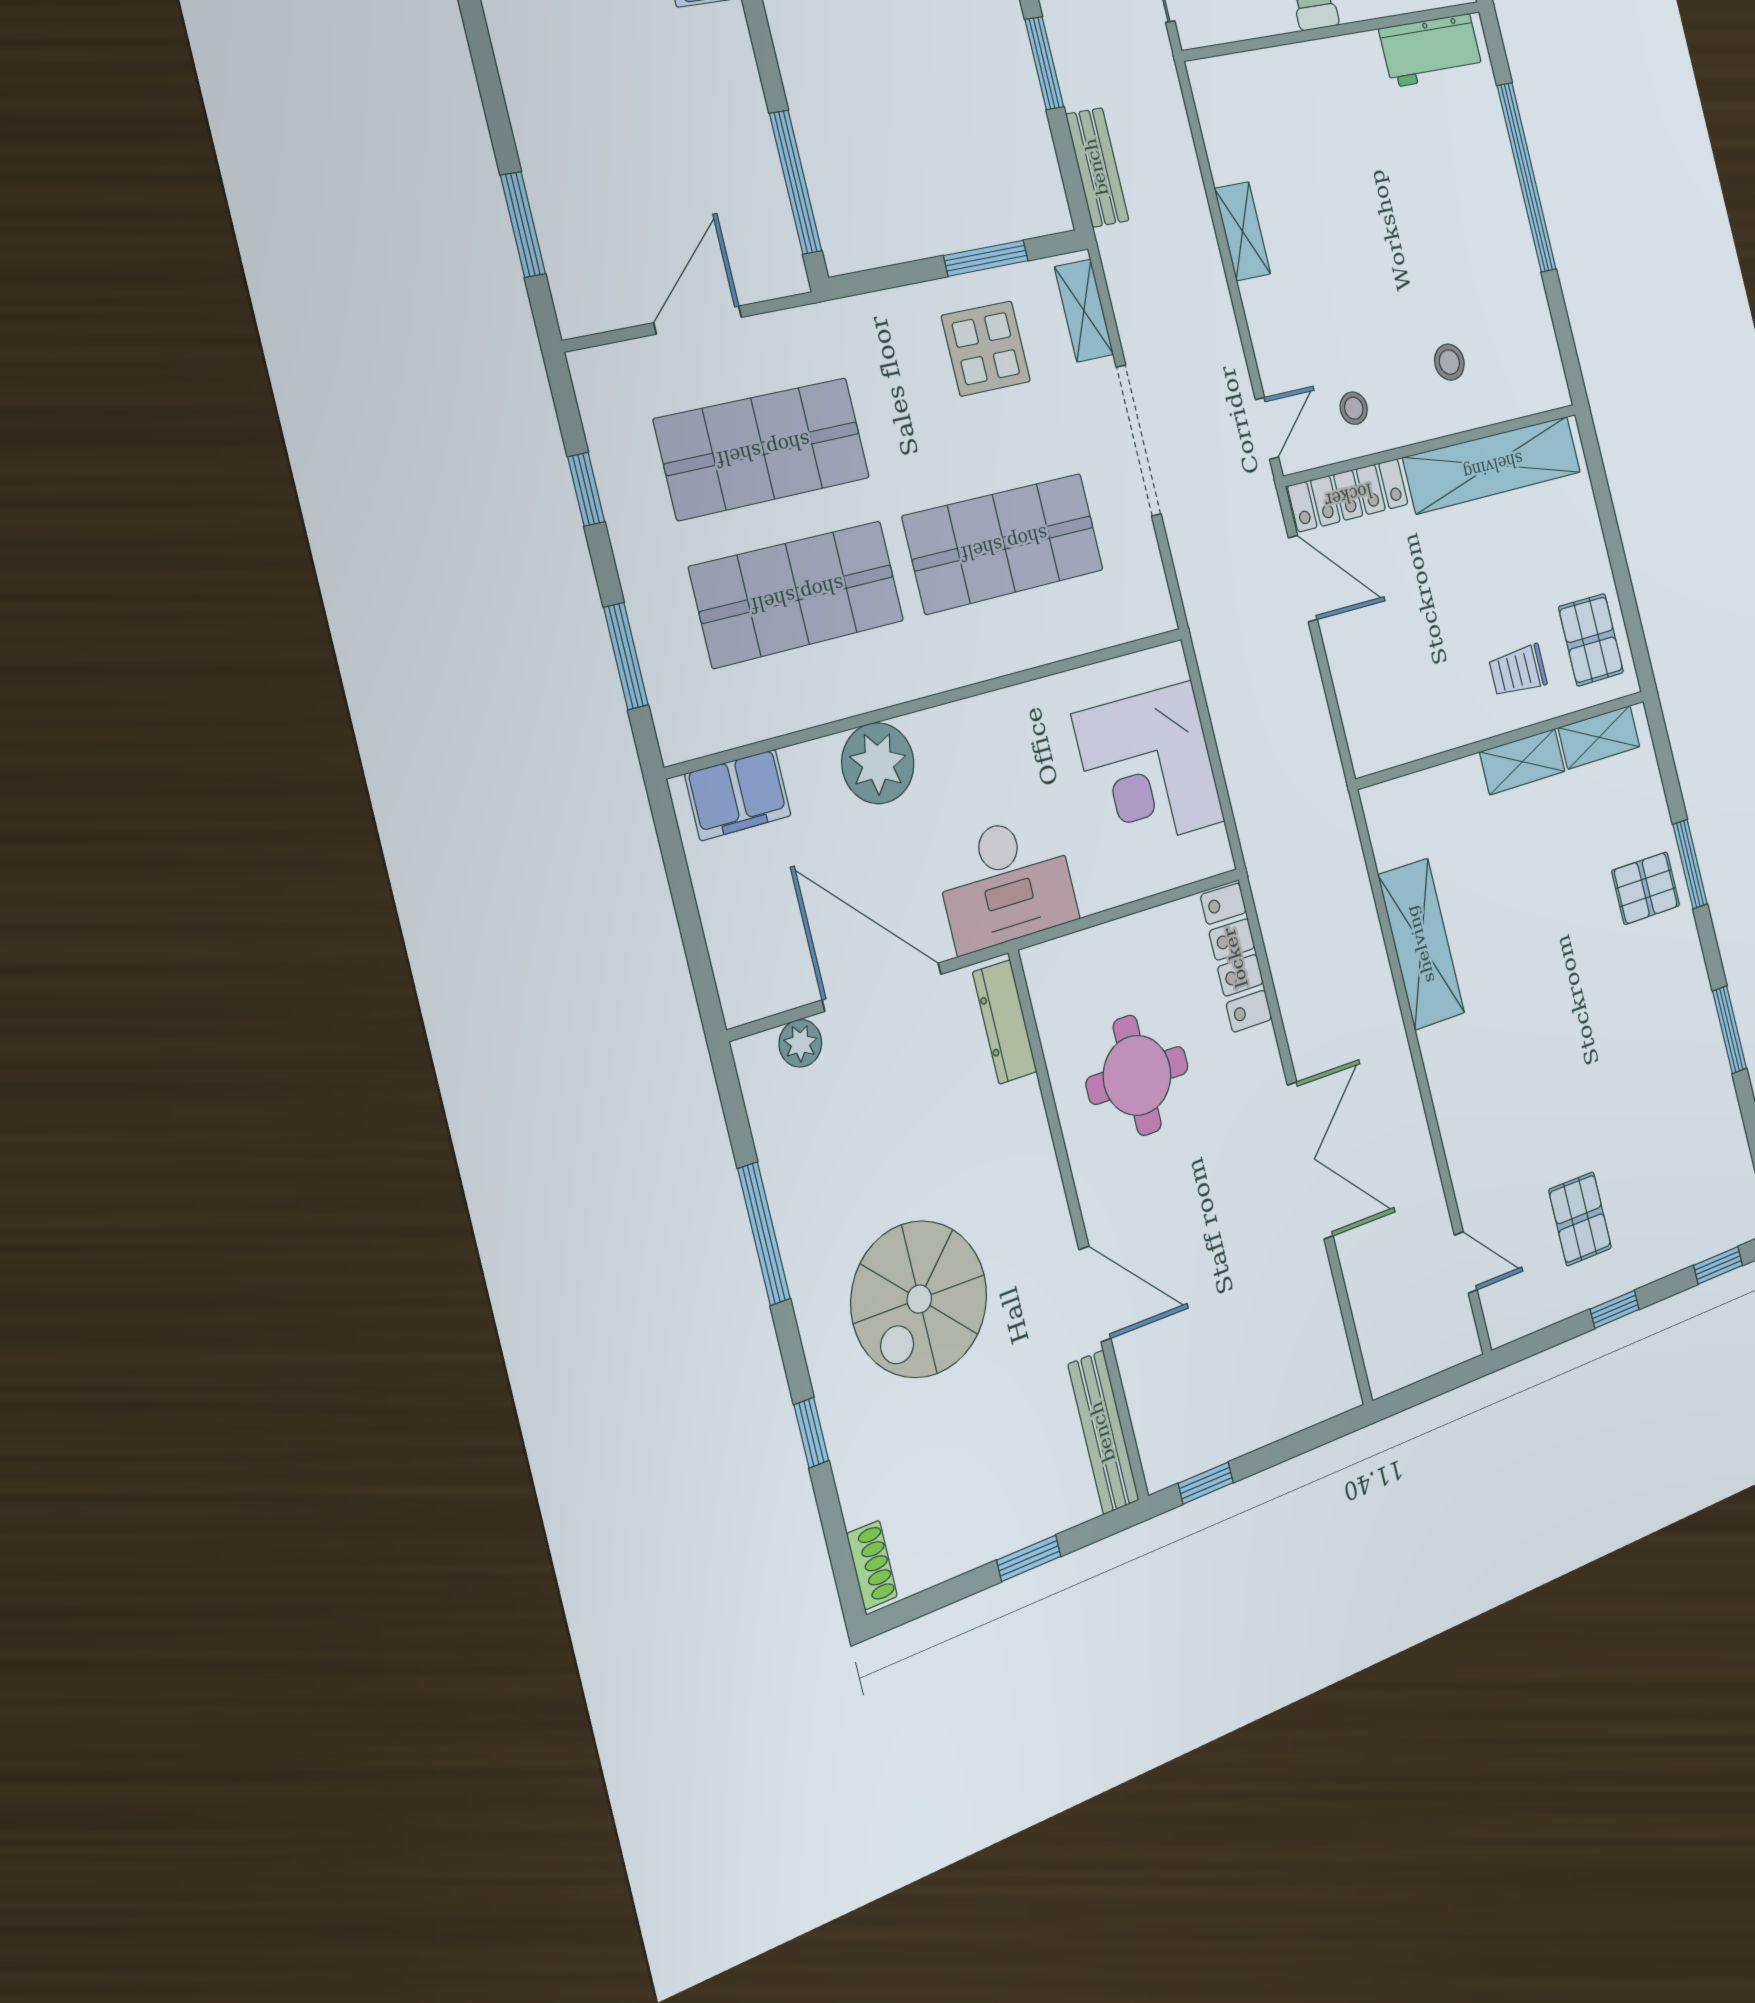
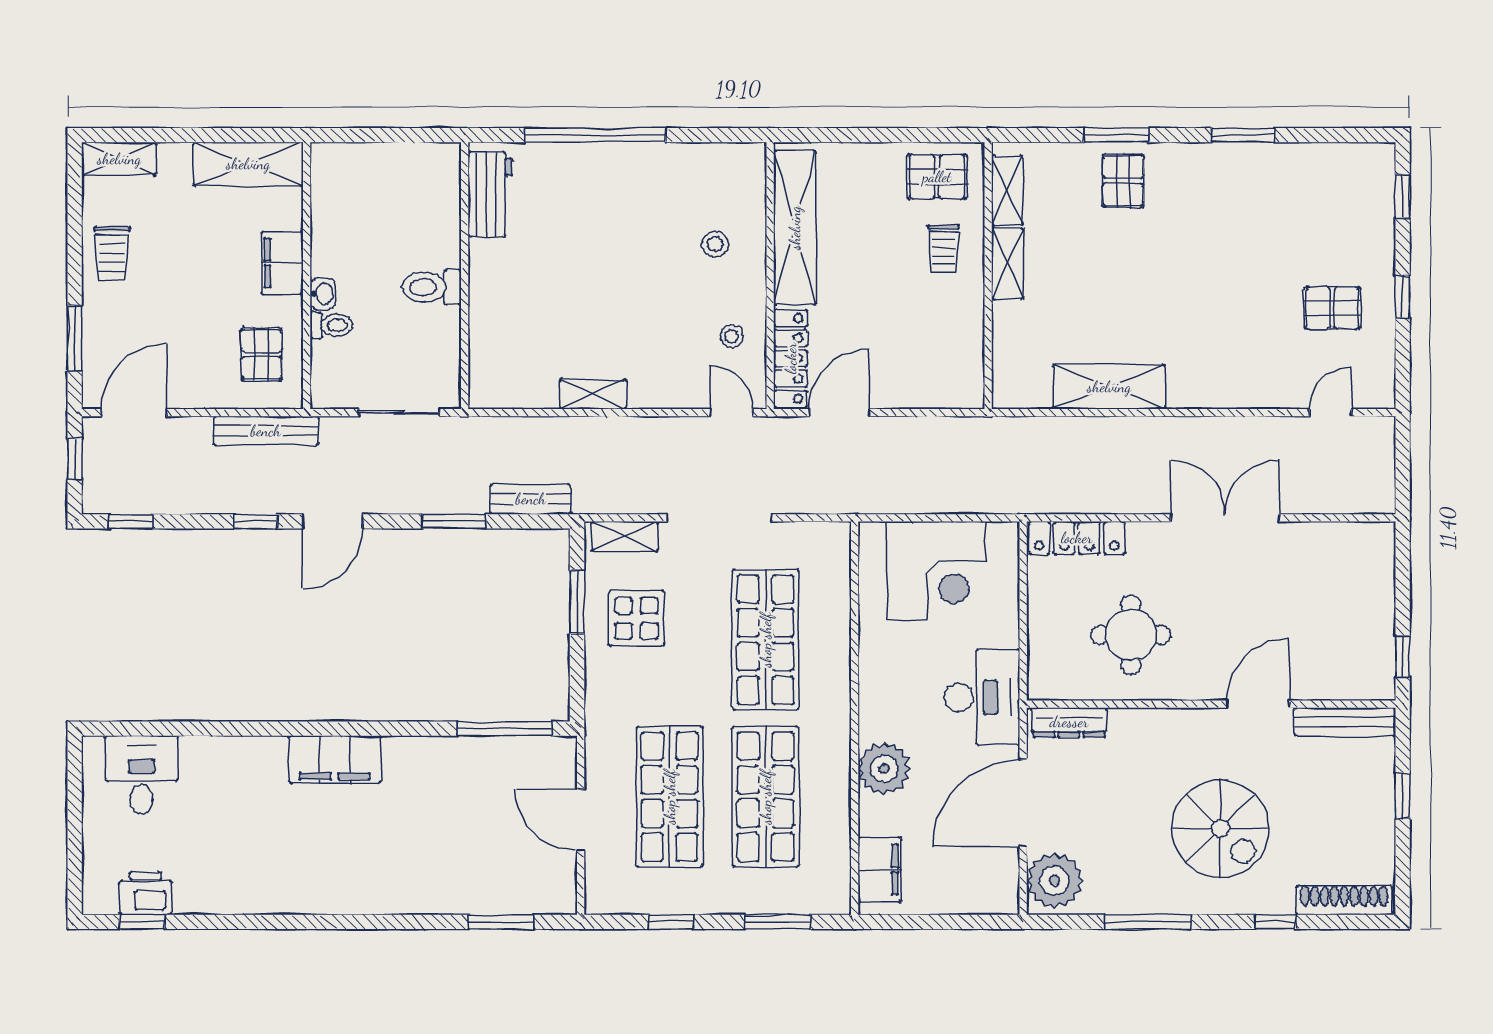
plant: (800, 1043) -> (1055, 881), width x1.87, depth x1.87
shoe rack: (872, 1565) -> (1344, 900), width x1.94, depth x1.24

